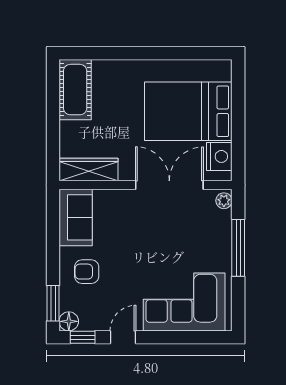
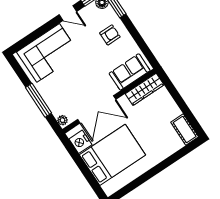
cot: (75, 90) -> (185, 129), width x0.73, depth x0.75
sofa: (76, 217) -> (130, 72), moved, turned 90
door: (123, 337) -> (68, 13), hinge flipped

